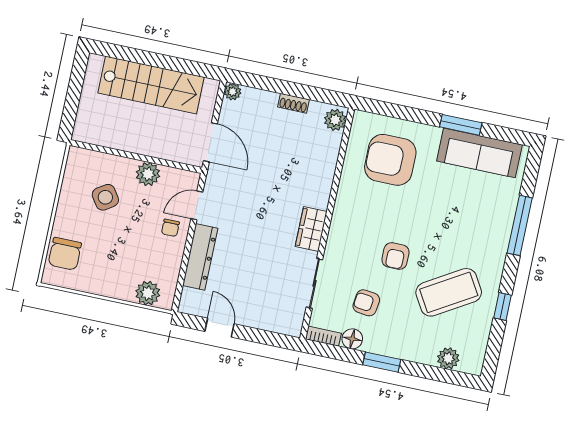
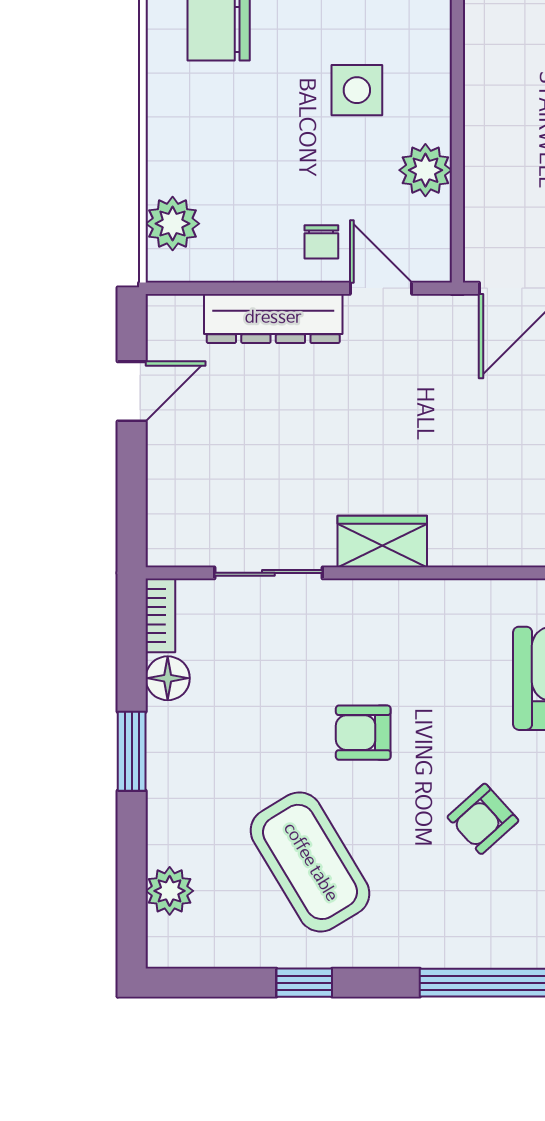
side table: (105, 197) -> (357, 90), turned 34
chair: (170, 228) -> (321, 242), turned -90
armchair: (366, 303) -> (483, 819), moved, turned -139

